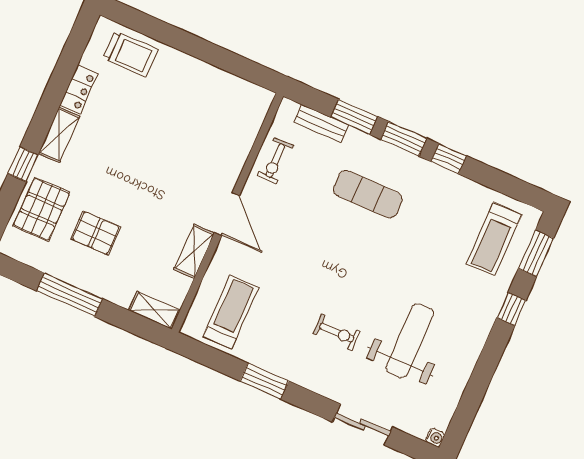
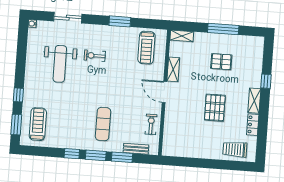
exercise mat: (368, 194) -> (103, 124), turned 90
pallet: (41, 209) -> (215, 108), moved

